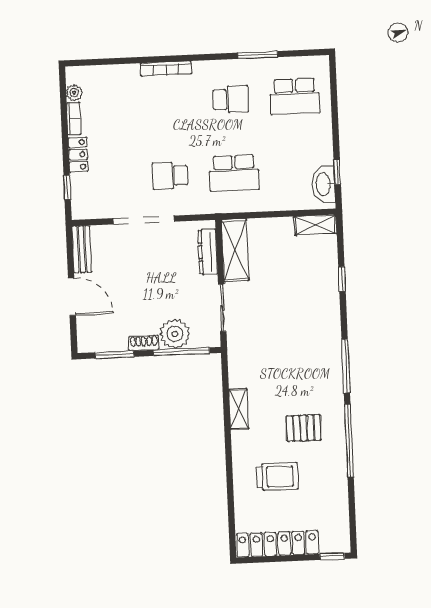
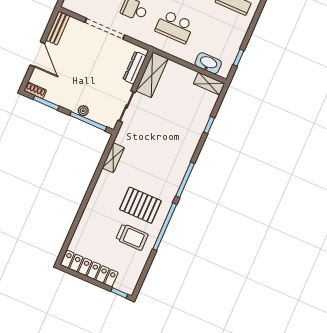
washbasin: (324, 184) -> (208, 63), moved, turned 90
plant: (175, 334) -> (83, 111), width x0.53, depth x0.53
shoe rack: (144, 343) -> (35, 90), moved
shelving: (239, 409) -> (113, 158), moved
pallet: (304, 428) -> (140, 205), width x1.50, depth x1.42
trolley: (277, 477) -> (132, 237), moved

